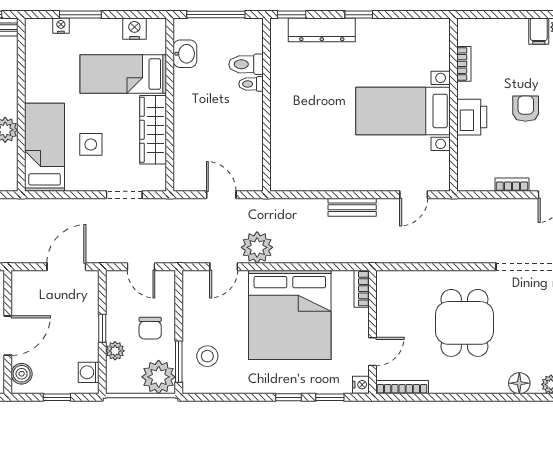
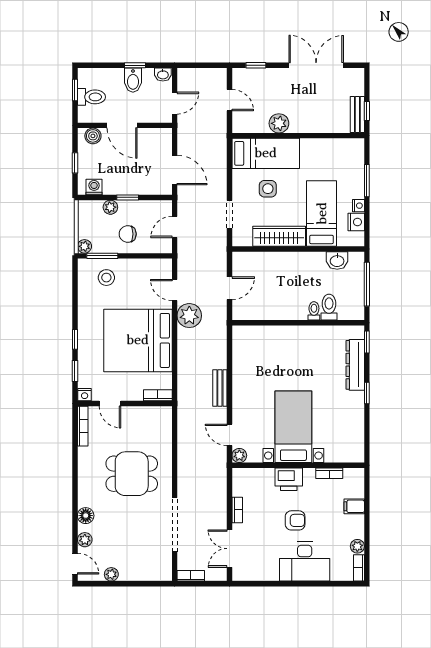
nightstand: (61, 26) -> (358, 206), moved
filing cabinet: (539, 31) -> (354, 506), moved
plant: (441, 182) -> (239, 456), added
plant: (159, 377) -> (84, 246), width x0.53, depth x0.53

